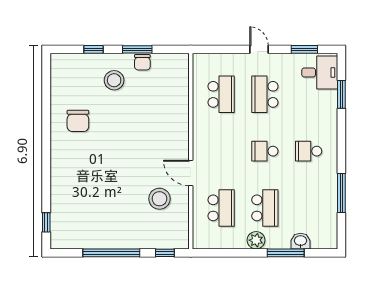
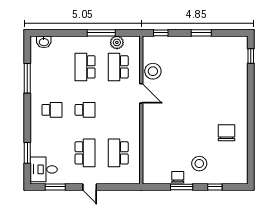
stool: (159, 199) -> (153, 71), moved
plant: (256, 240) -> (117, 42), moved
washbasin: (301, 241) -> (44, 42), moved
window: (111, 253) -> (201, 33), width x0.47
window: (286, 253) -> (101, 33), moved

